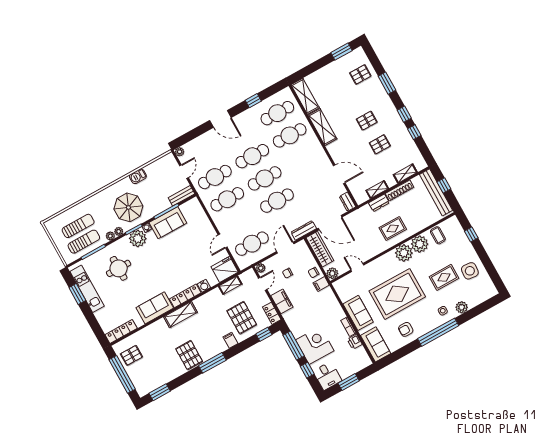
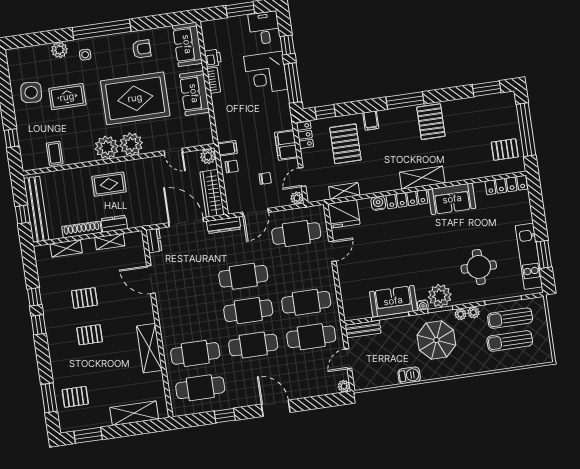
window: (387, 83) -> (49, 398), moved
shelving: (305, 96) -> (134, 413), moved, turned 90
plant: (420, 244) -> (131, 144), moved

